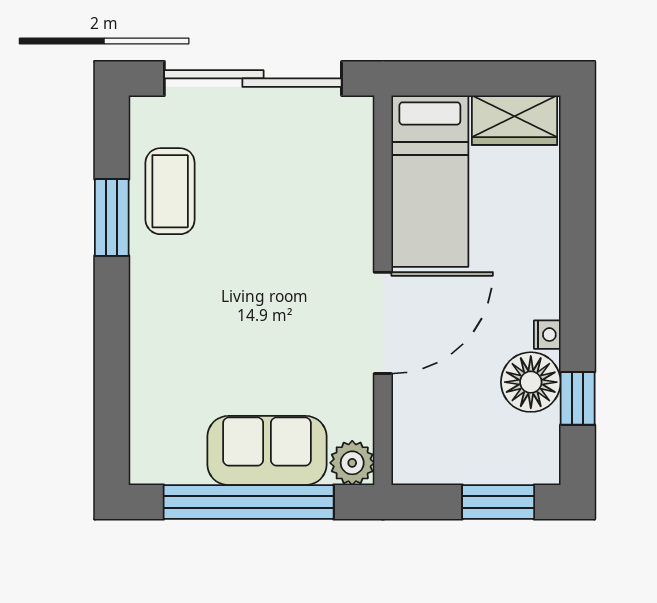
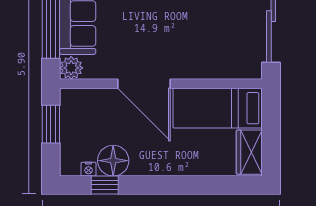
nightstand: (547, 335) -> (89, 169), moved
window: (498, 502) -> (51, 124), moved

